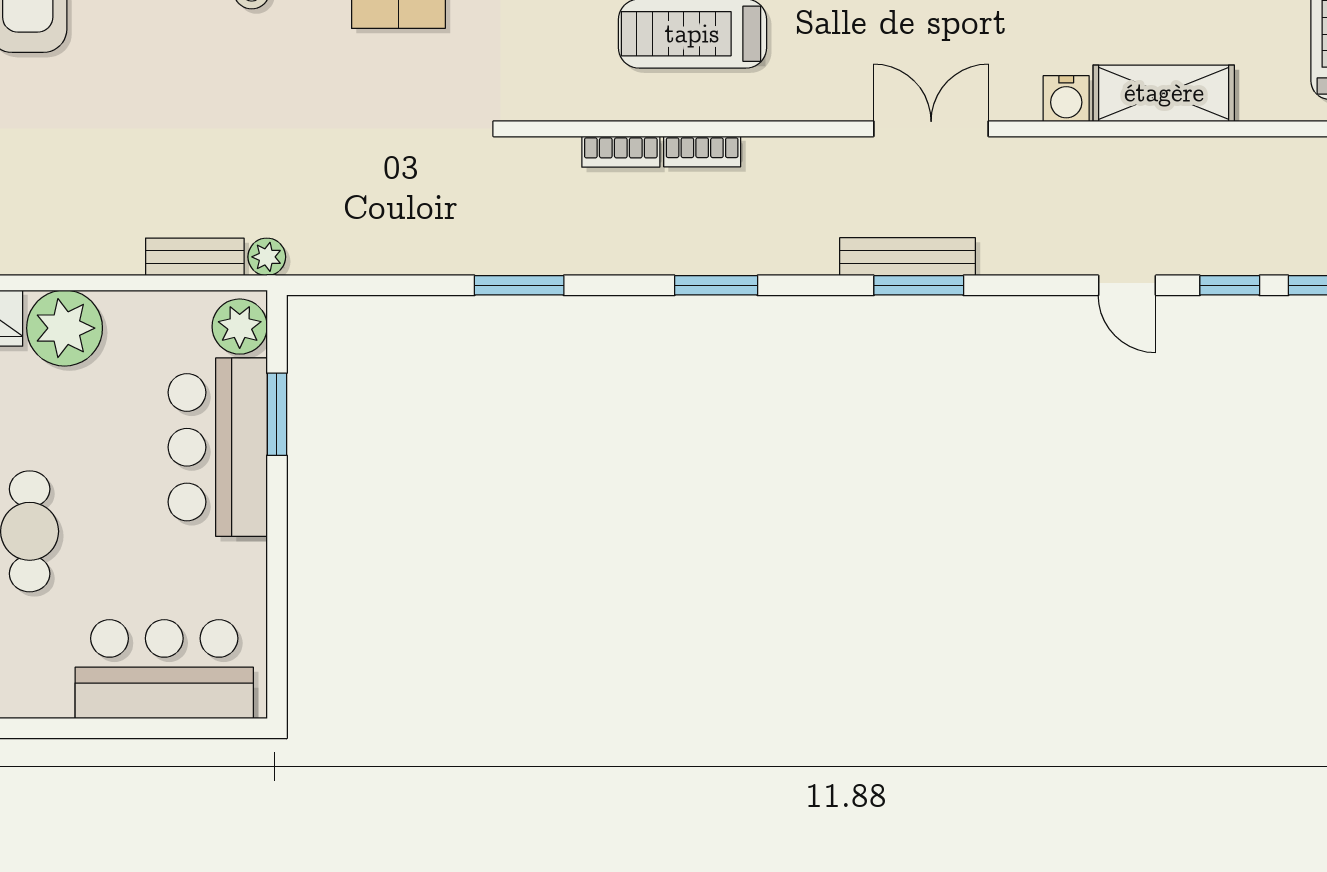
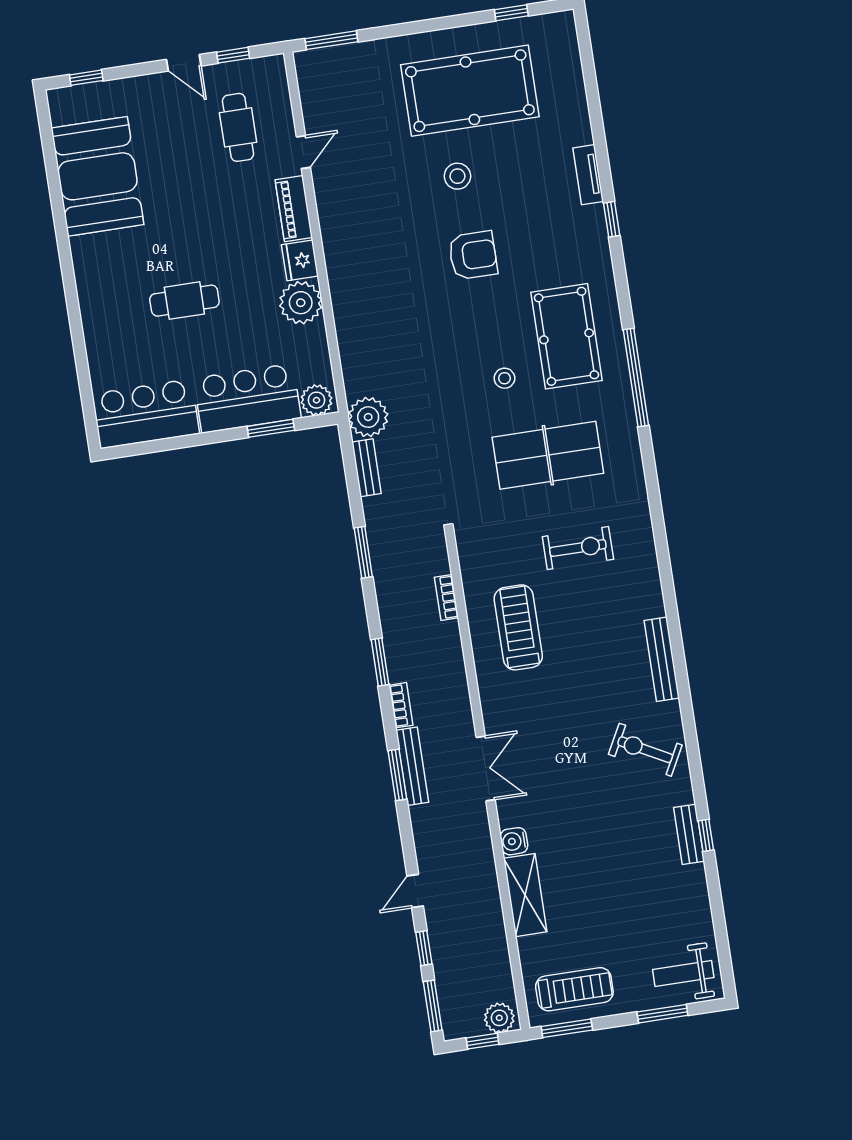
bookcase: (702, 151) -> (401, 705), moved, turned 180
bench: (195, 257) -> (367, 468), moved
plant: (267, 257) -> (368, 417), width x1.88, depth x1.88
bar counter: (164, 669) -> (146, 414), moved, turned -90

